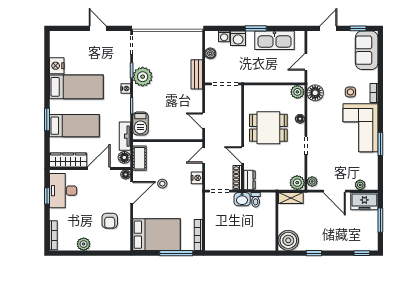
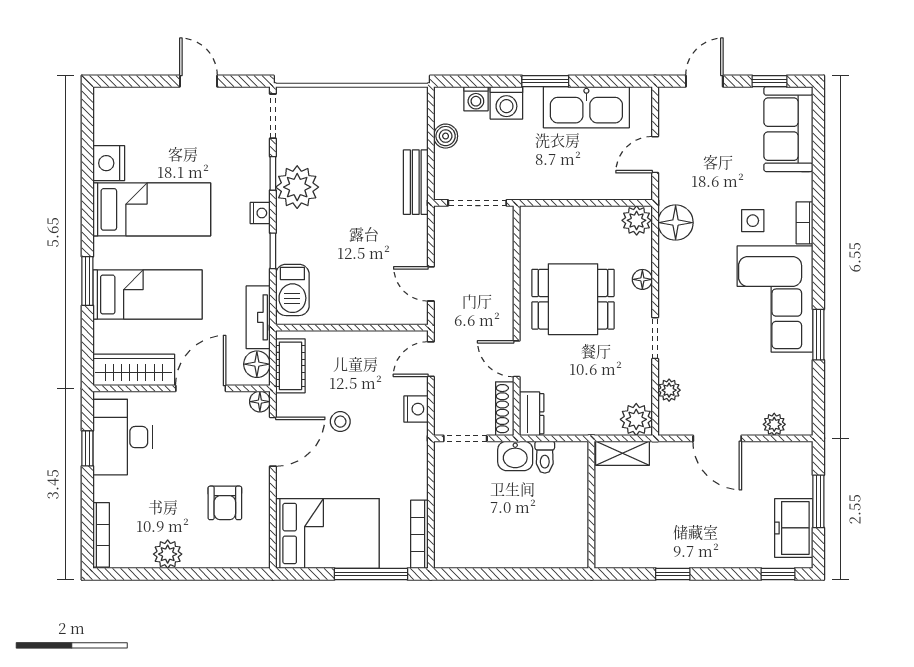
plant: (312, 181) -> (669, 390), moved
freezer: (364, 201) -> (794, 528), moved, turned 90
boiler: (288, 240) -> (617, 546), removed

